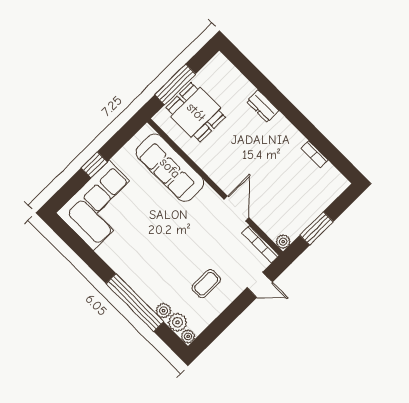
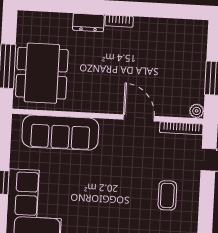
dining table: (196, 112) -> (42, 73), width x1.38
bookcase: (315, 154) -> (119, 21), moved

